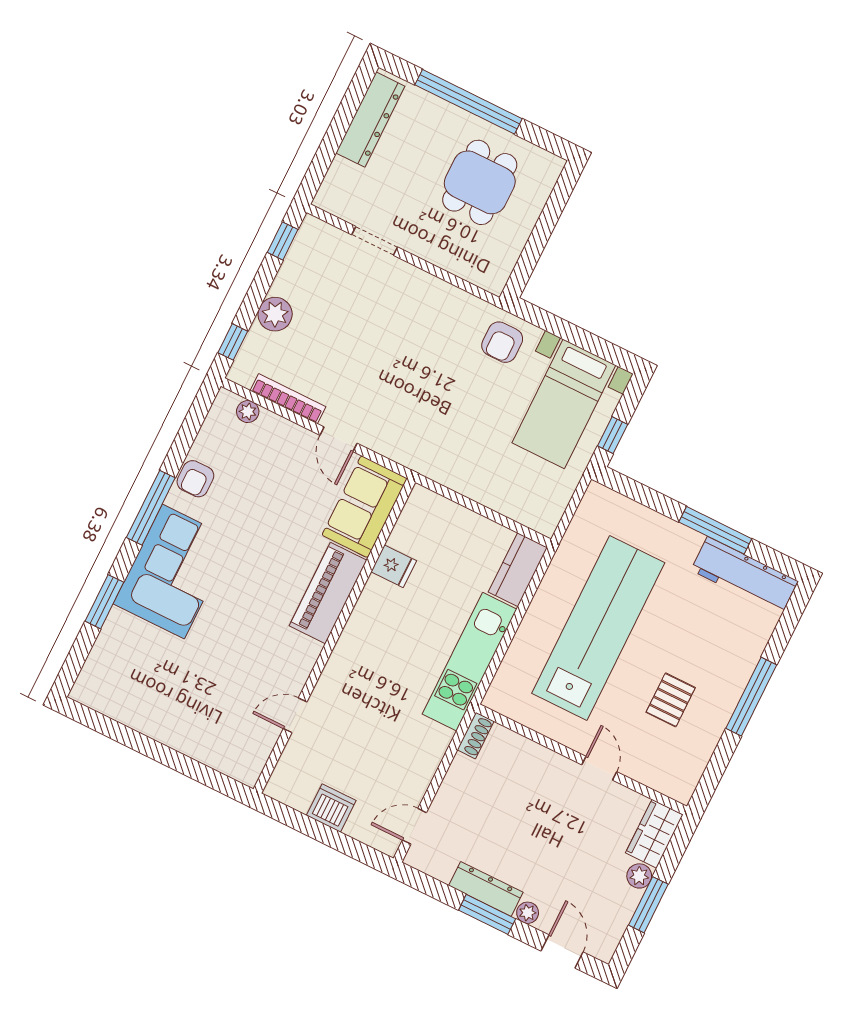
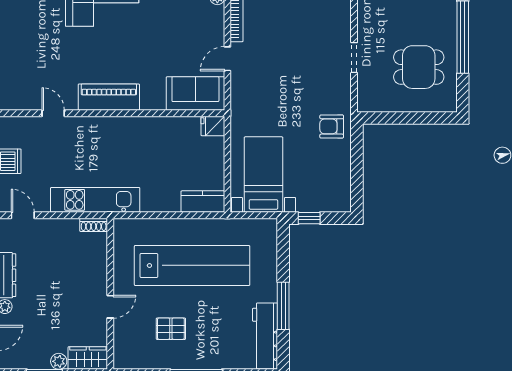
doorway: (375, 241) -> (354, 58), moved
bed with nightstands: (564, 404) -> (263, 175), moved, turned 90
fridge: (394, 566) -> (213, 126), moved, turned 90
piano: (328, 593) -> (109, 97), moved
kitchen unit: (470, 662) -> (95, 200), moved

